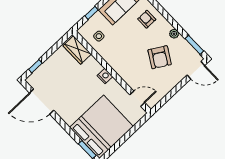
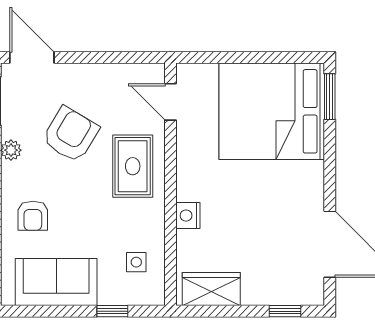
wardrobe: (77, 50) -> (211, 289), moved, turned -90
rug: (130, 66) -> (133, 166), added
nightstand: (105, 76) -> (188, 216), moved

